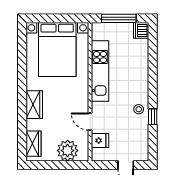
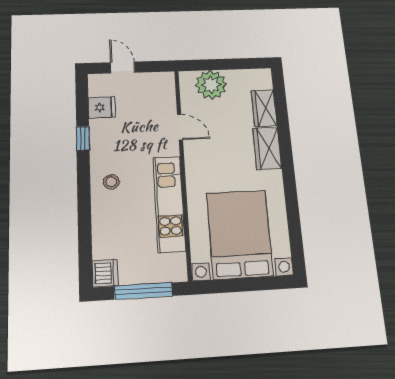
stool: (139, 109) -> (111, 182), moved
fridge: (100, 140) -> (102, 107), moved, turned 180
wardrobe: (34, 144) -> (264, 108), moved

